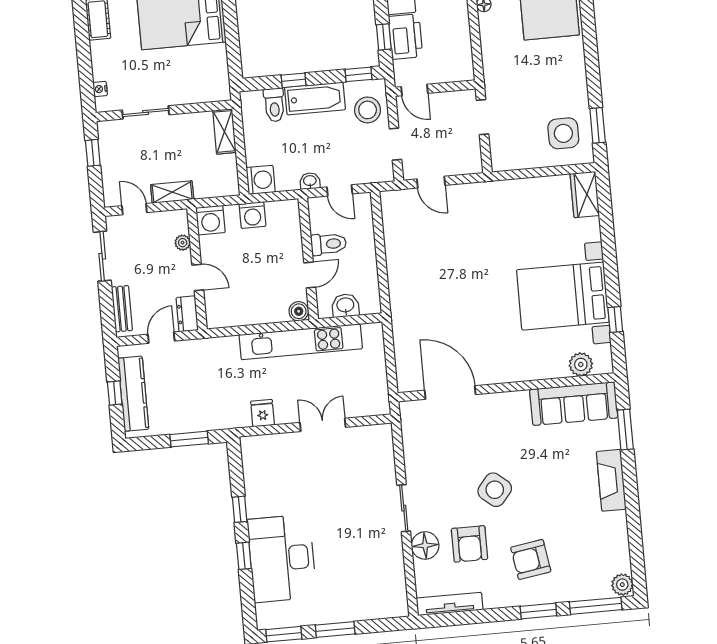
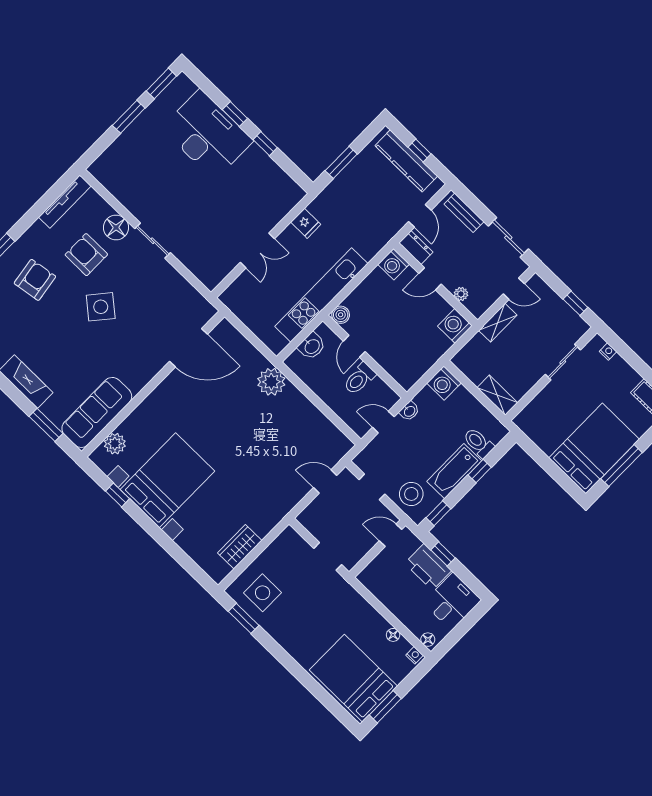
wardrobe: (585, 195) -> (240, 547), moved, turned -90
washing machine: (252, 215) -> (394, 264), moved, turned -90
plant: (405, 305) -> (271, 382), added

